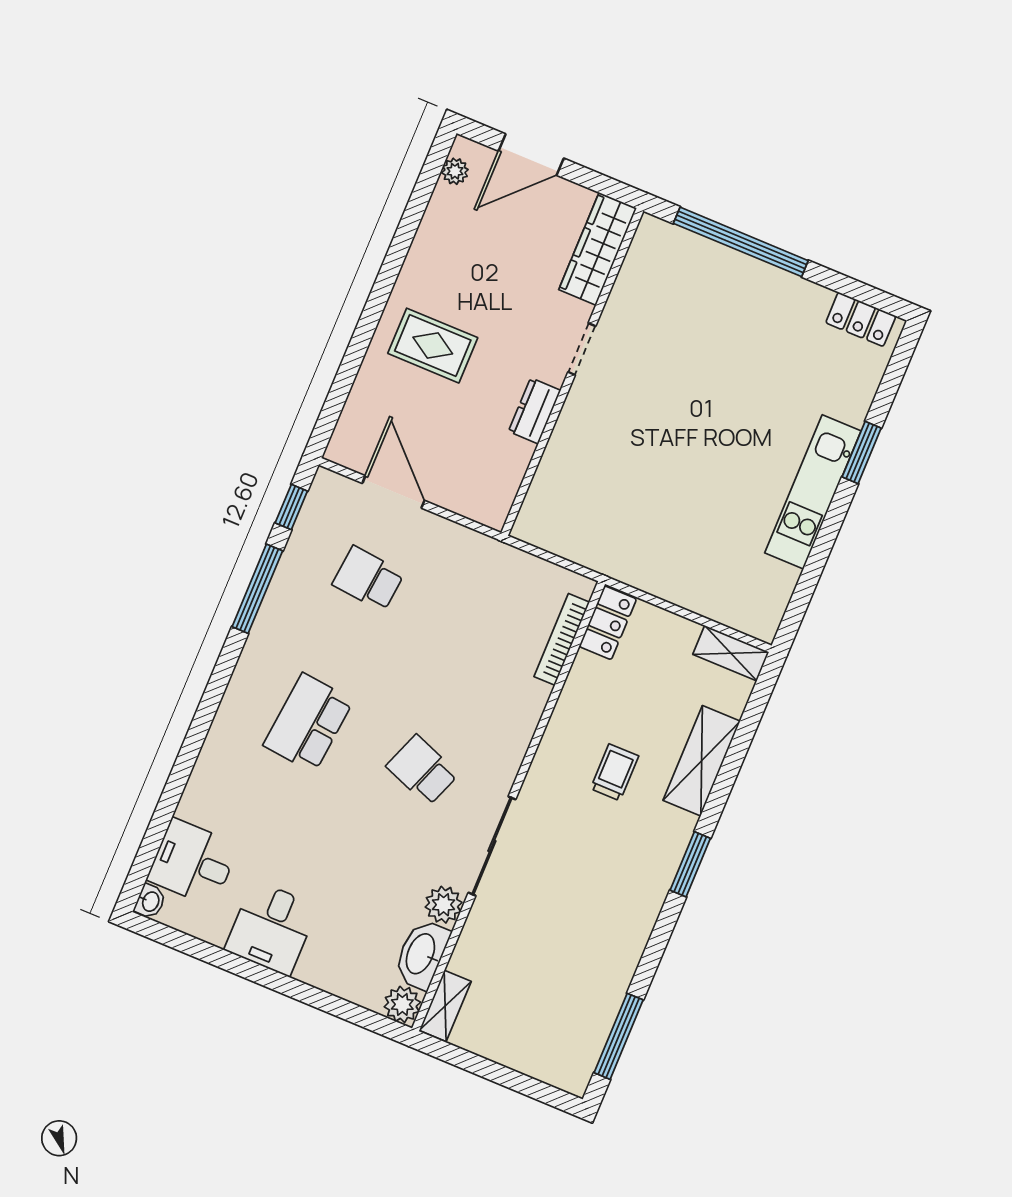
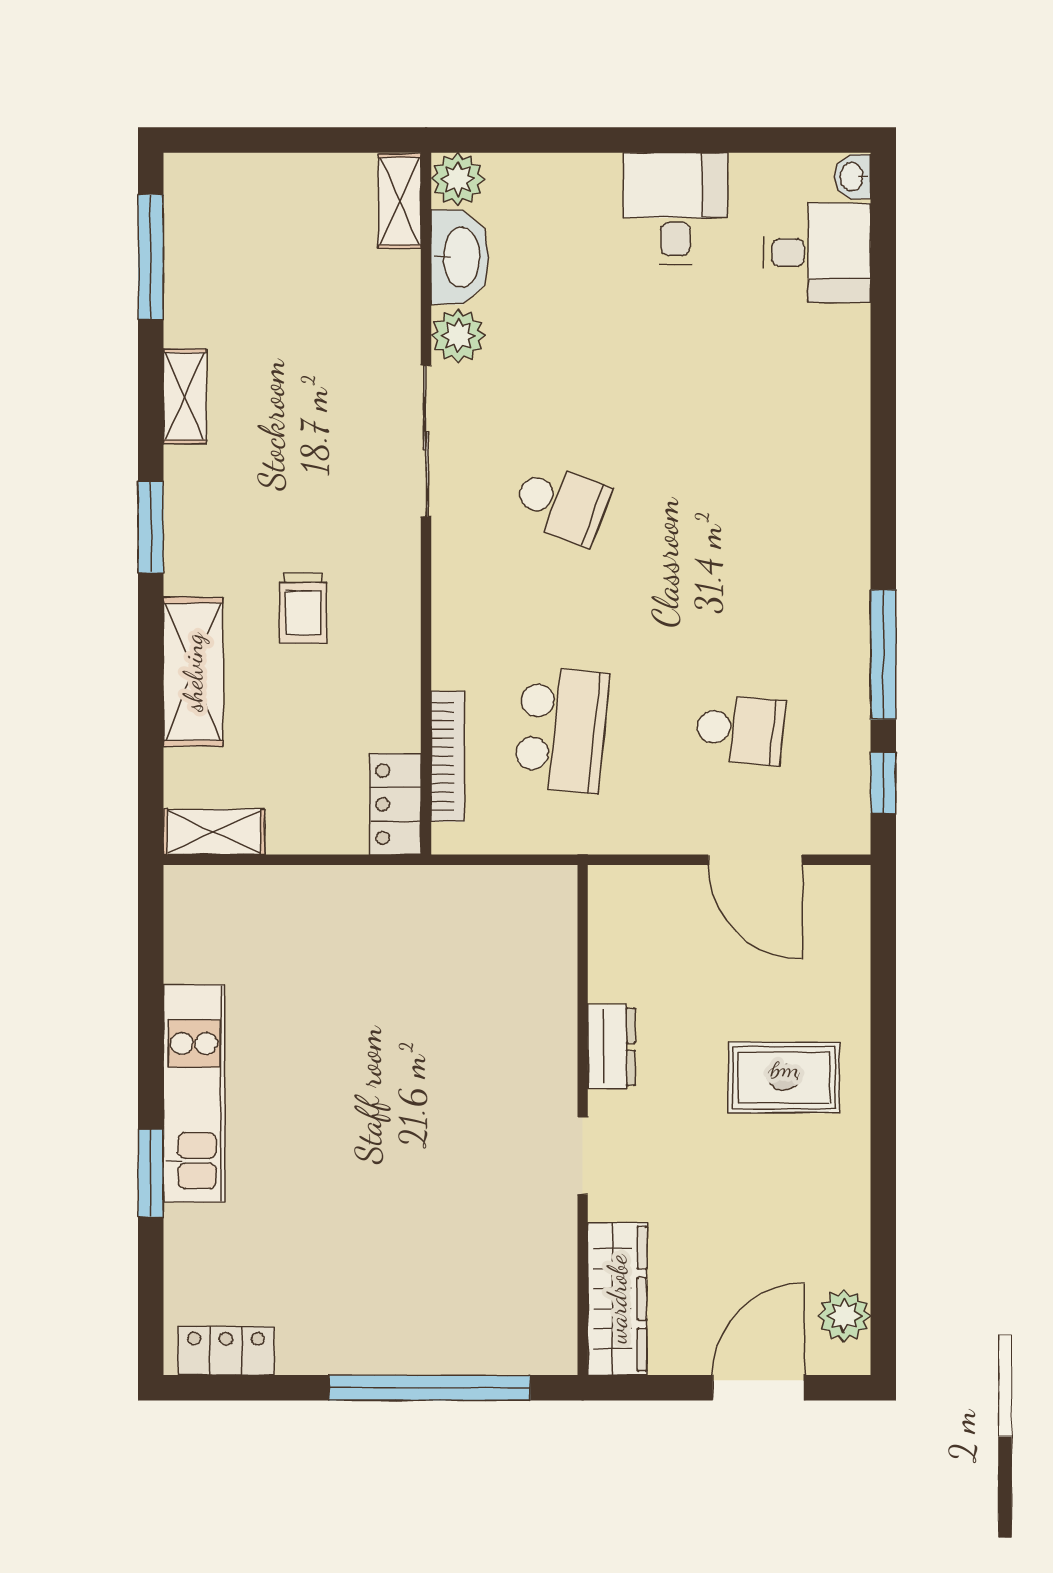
plant: (455, 171) -> (844, 1316), width x1.38, depth x1.38
school desk: (308, 723) -> (561, 730), moved
shelving: (634, 939) -> (185, 396), added

